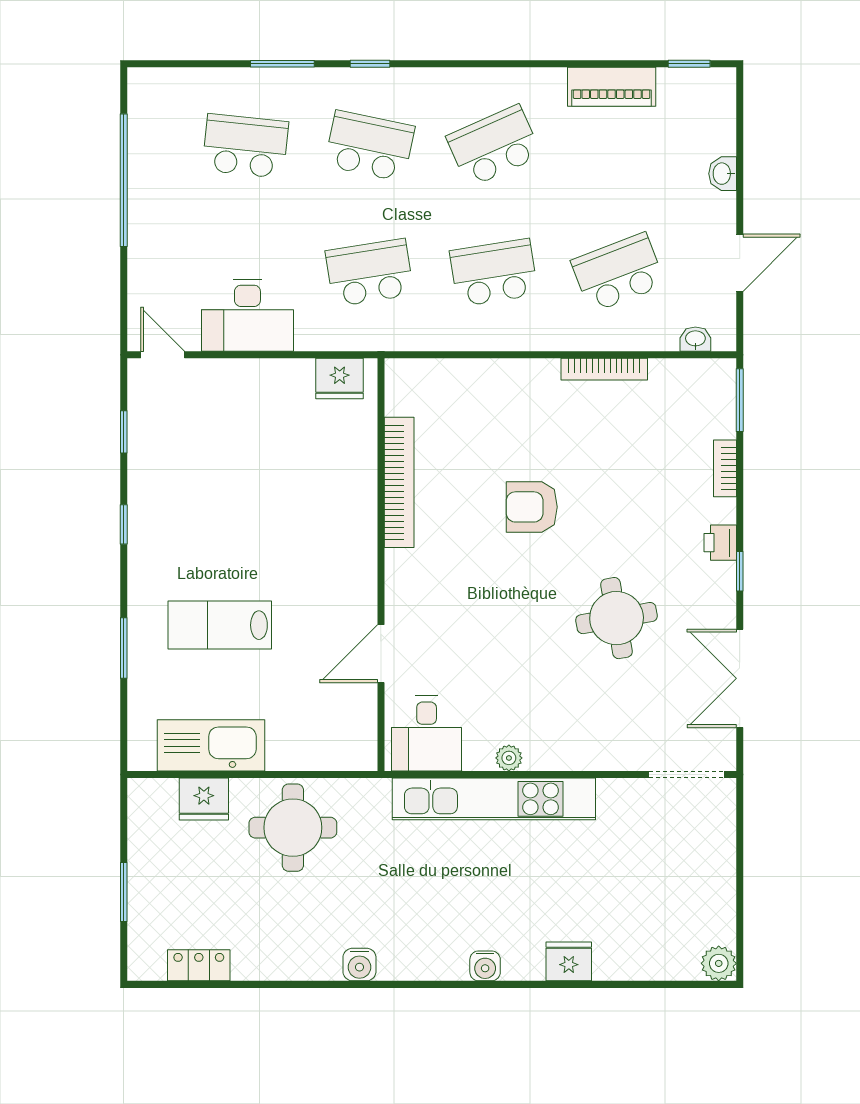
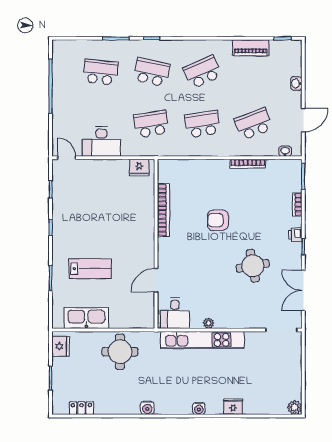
lab bench: (220, 625) -> (90, 269), turned 180
fridge: (204, 799) -> (61, 346), moved, turned -90

